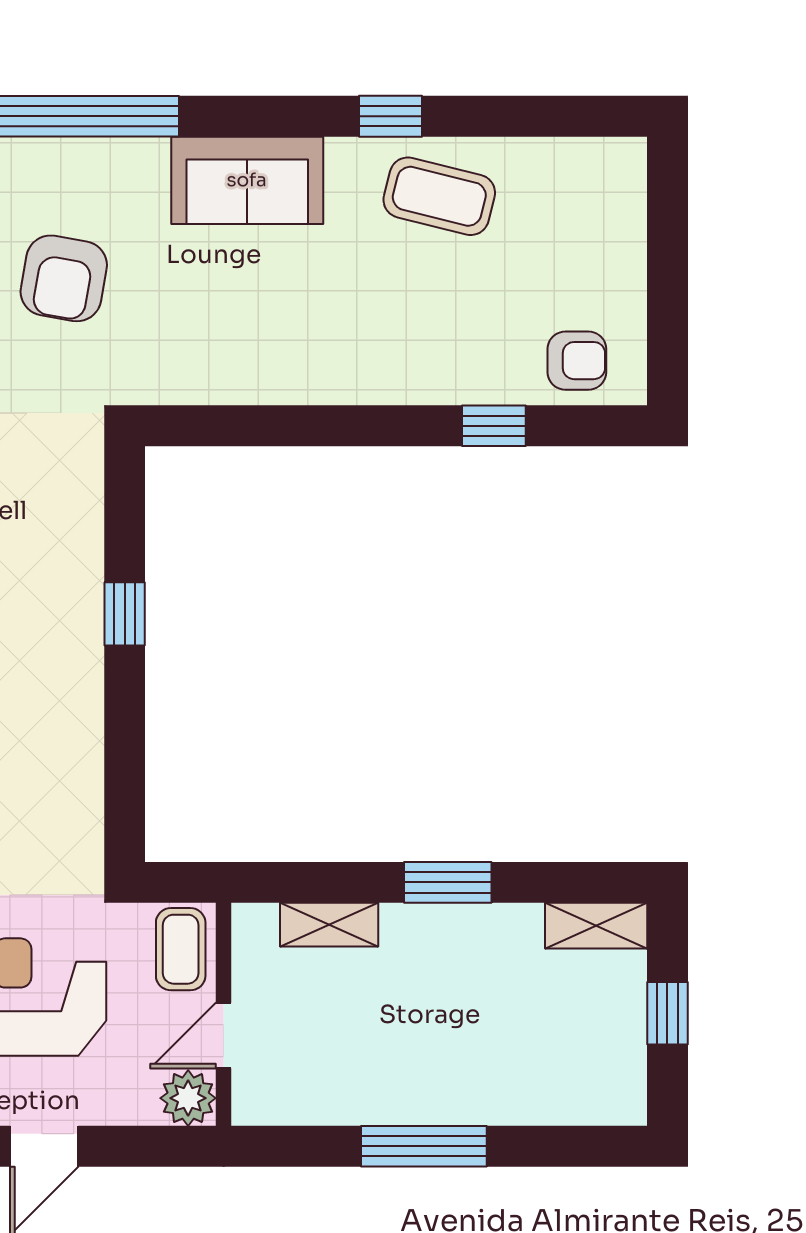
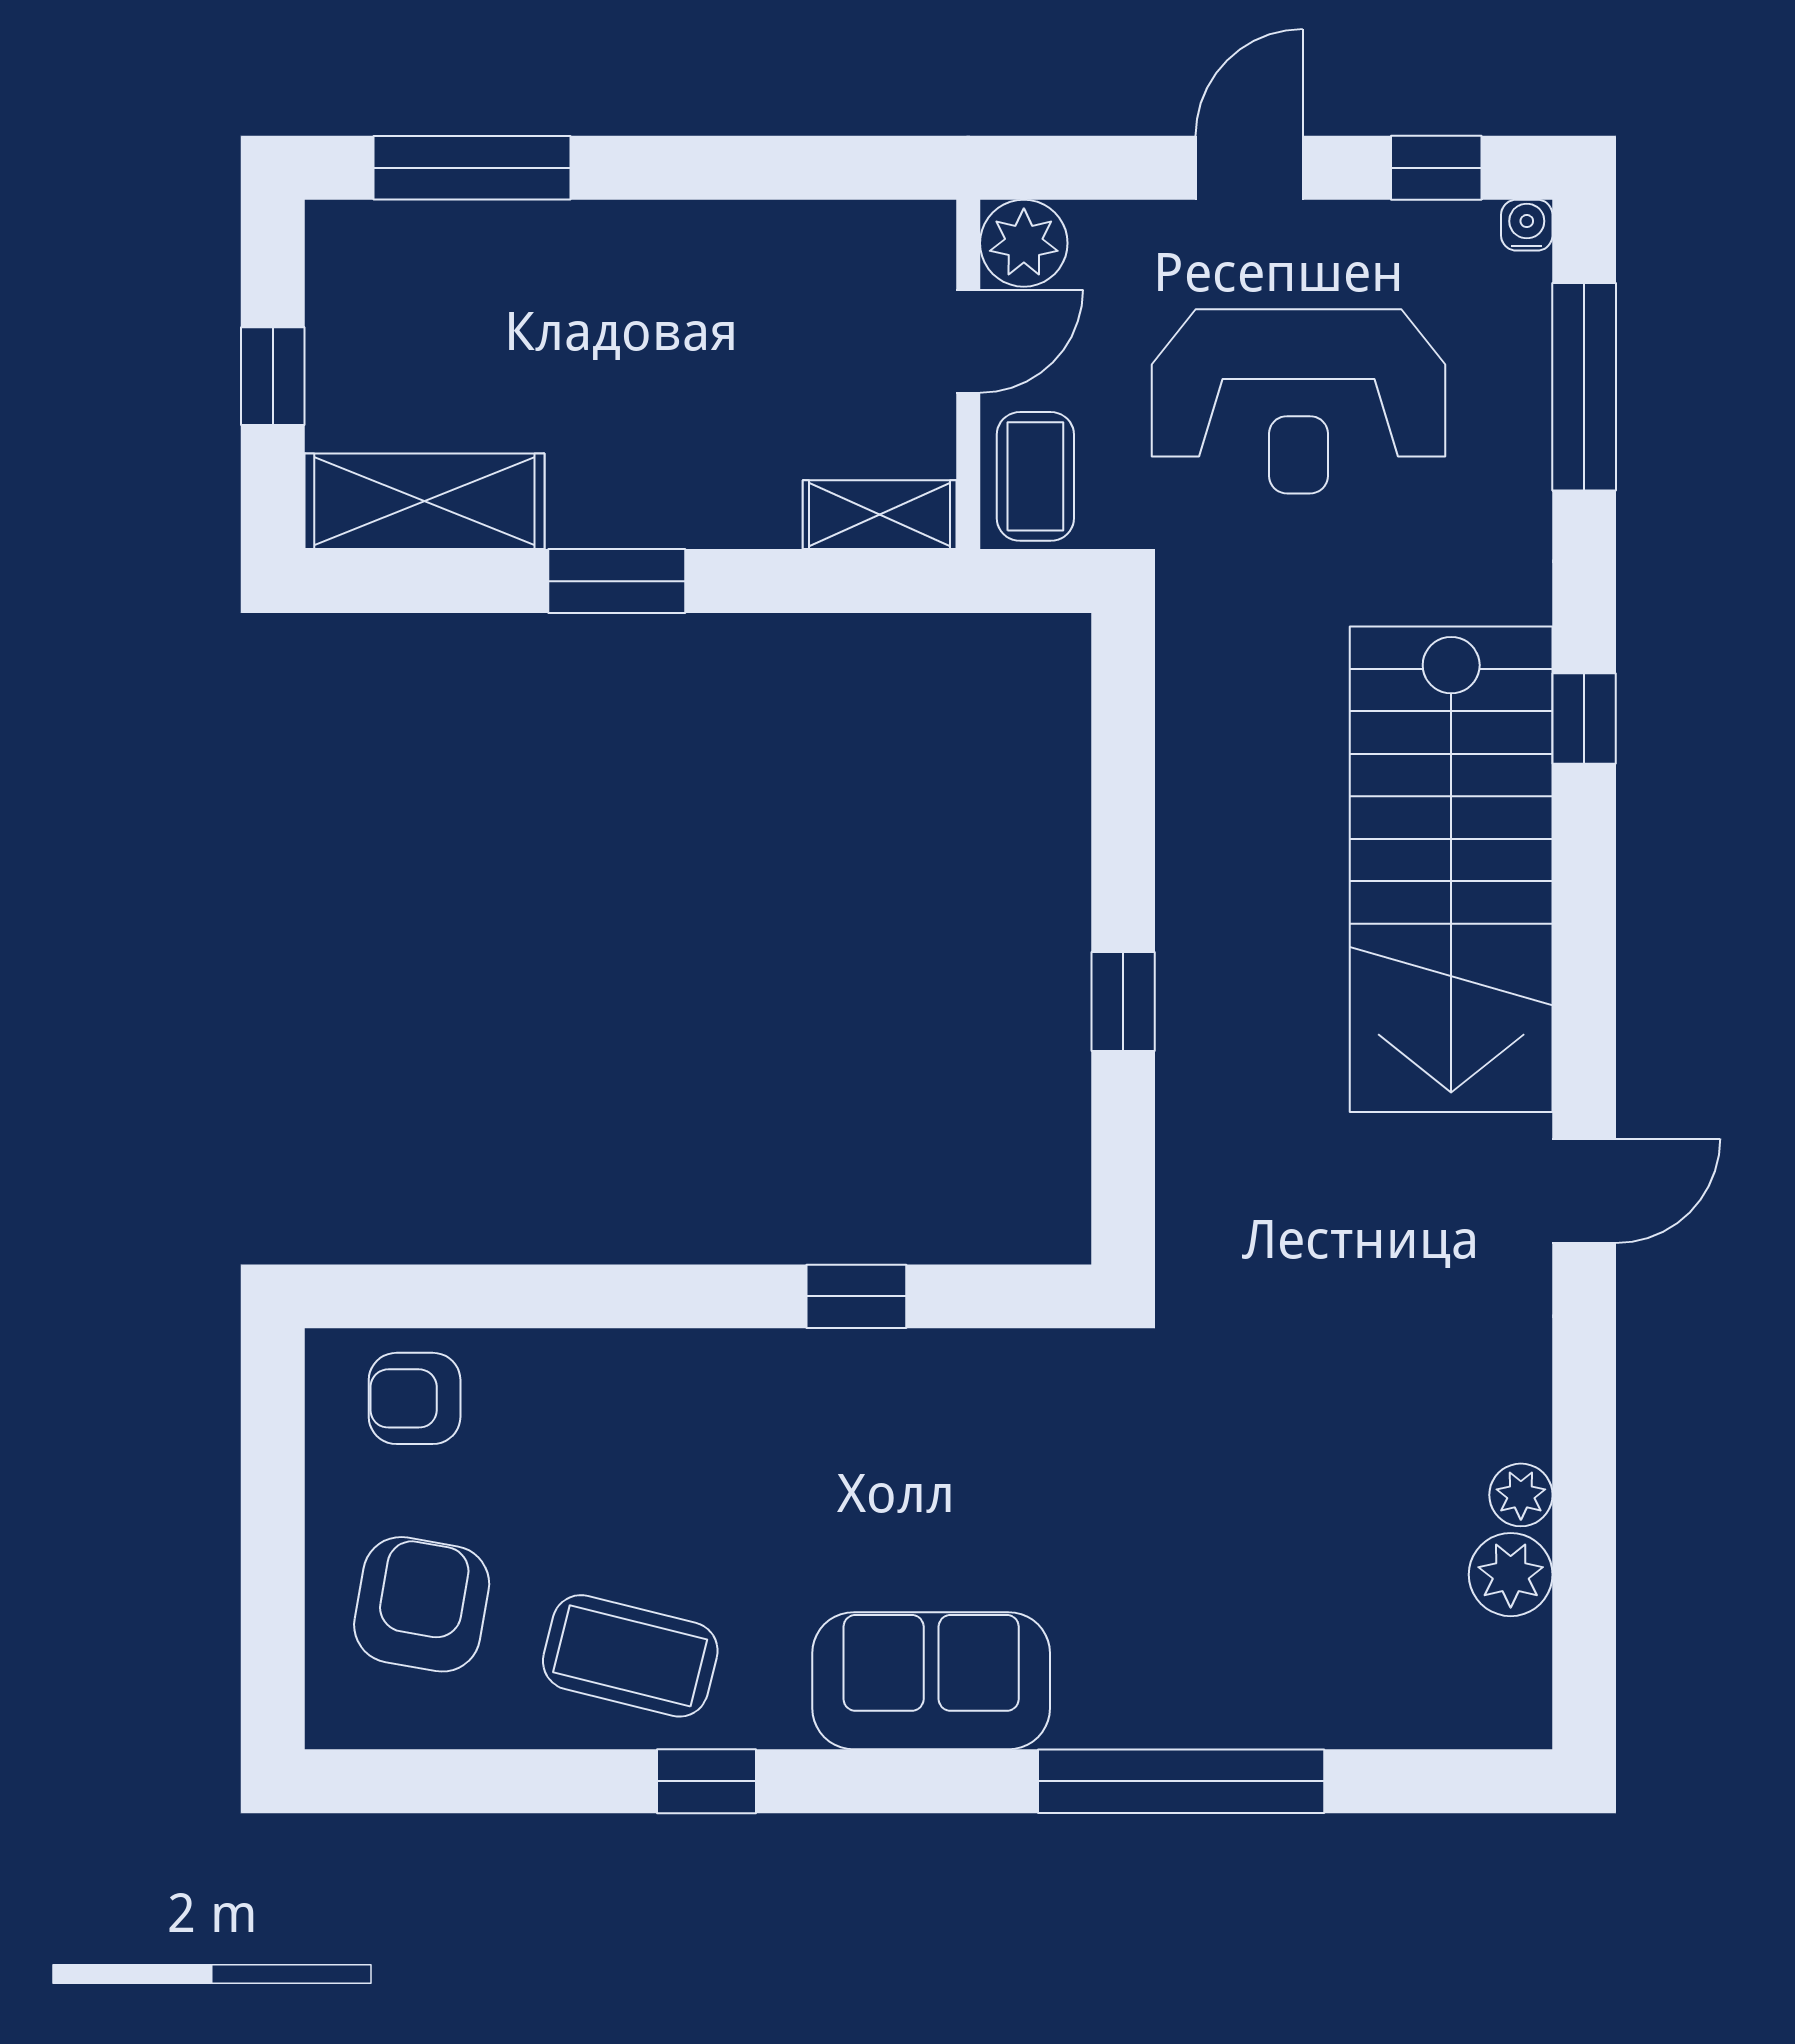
armchair: (64, 278) -> (422, 1604), moved
window: (494, 426) -> (856, 1296), moved
shelving: (329, 925) -> (880, 515), moved
shelving: (596, 926) -> (424, 501), width x1.50, depth x1.33
window: (424, 1146) -> (472, 168), moved

